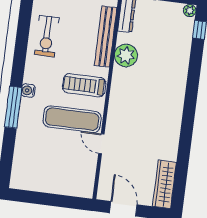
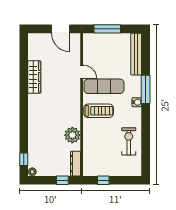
bench: (106, 37) -> (136, 54), moved
wardrobe: (164, 184) -> (34, 77), moved
window: (57, 200) -> (107, 29), added

